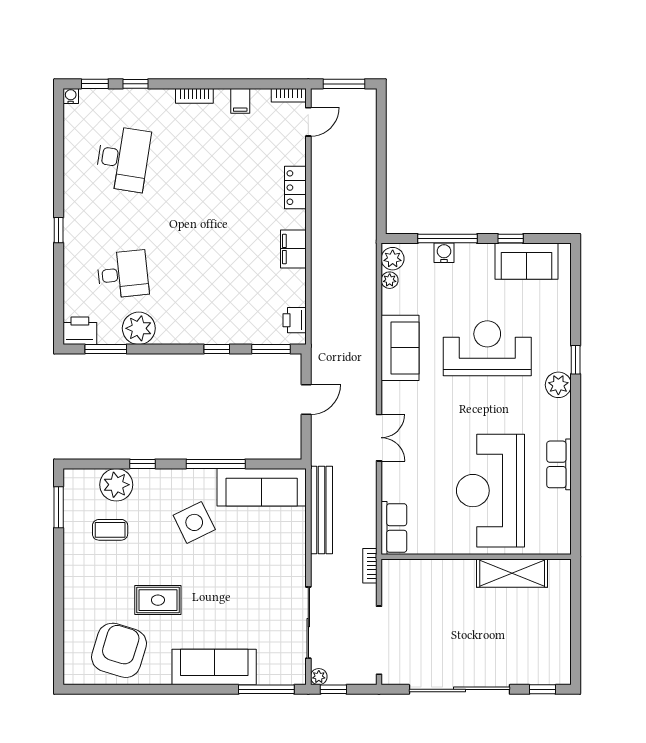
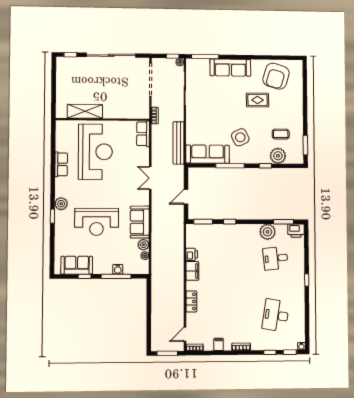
plant: (393, 259) -> (143, 245), moved
printer: (295, 320) -> (192, 254), moved

